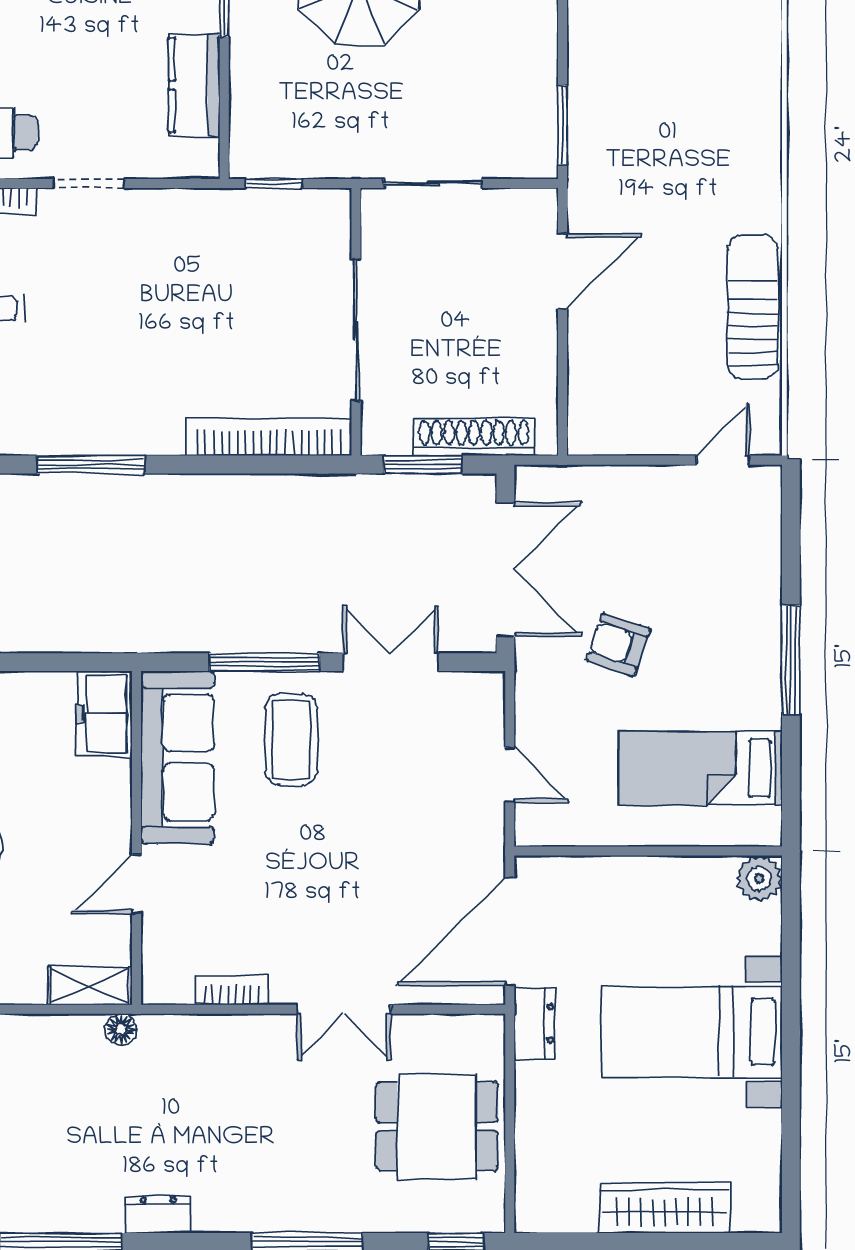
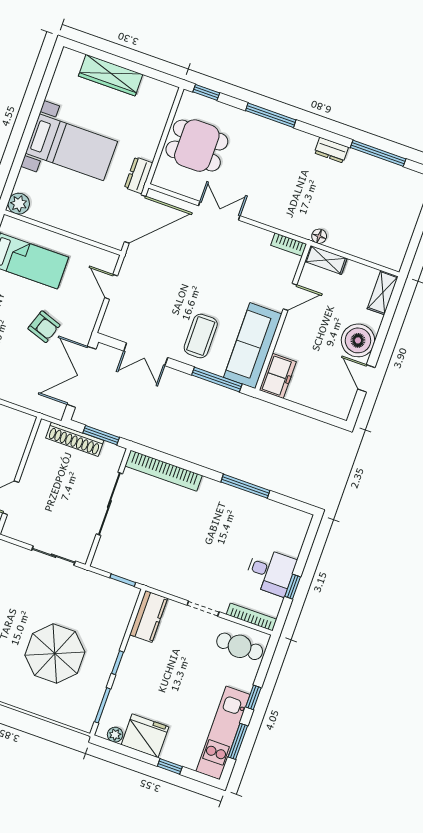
kitchen counter: (194, 85) -> (149, 617), moved
window: (264, 662) -> (217, 379), moved
bookcase: (232, 990) -> (289, 245), moved

